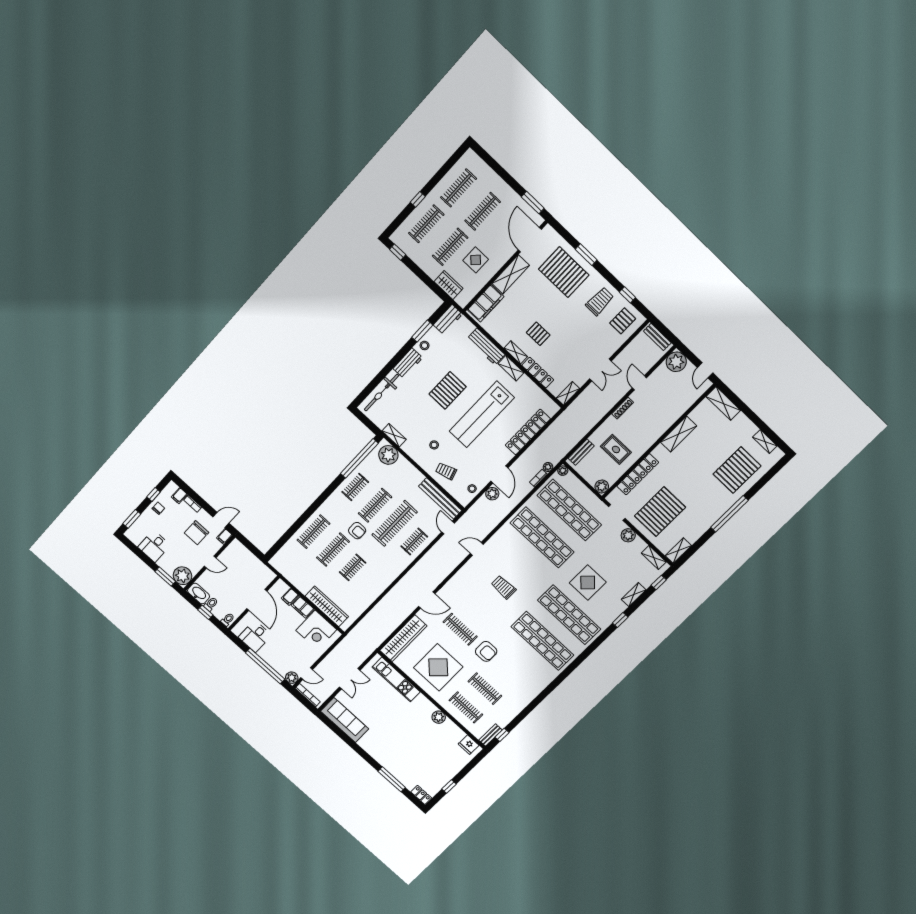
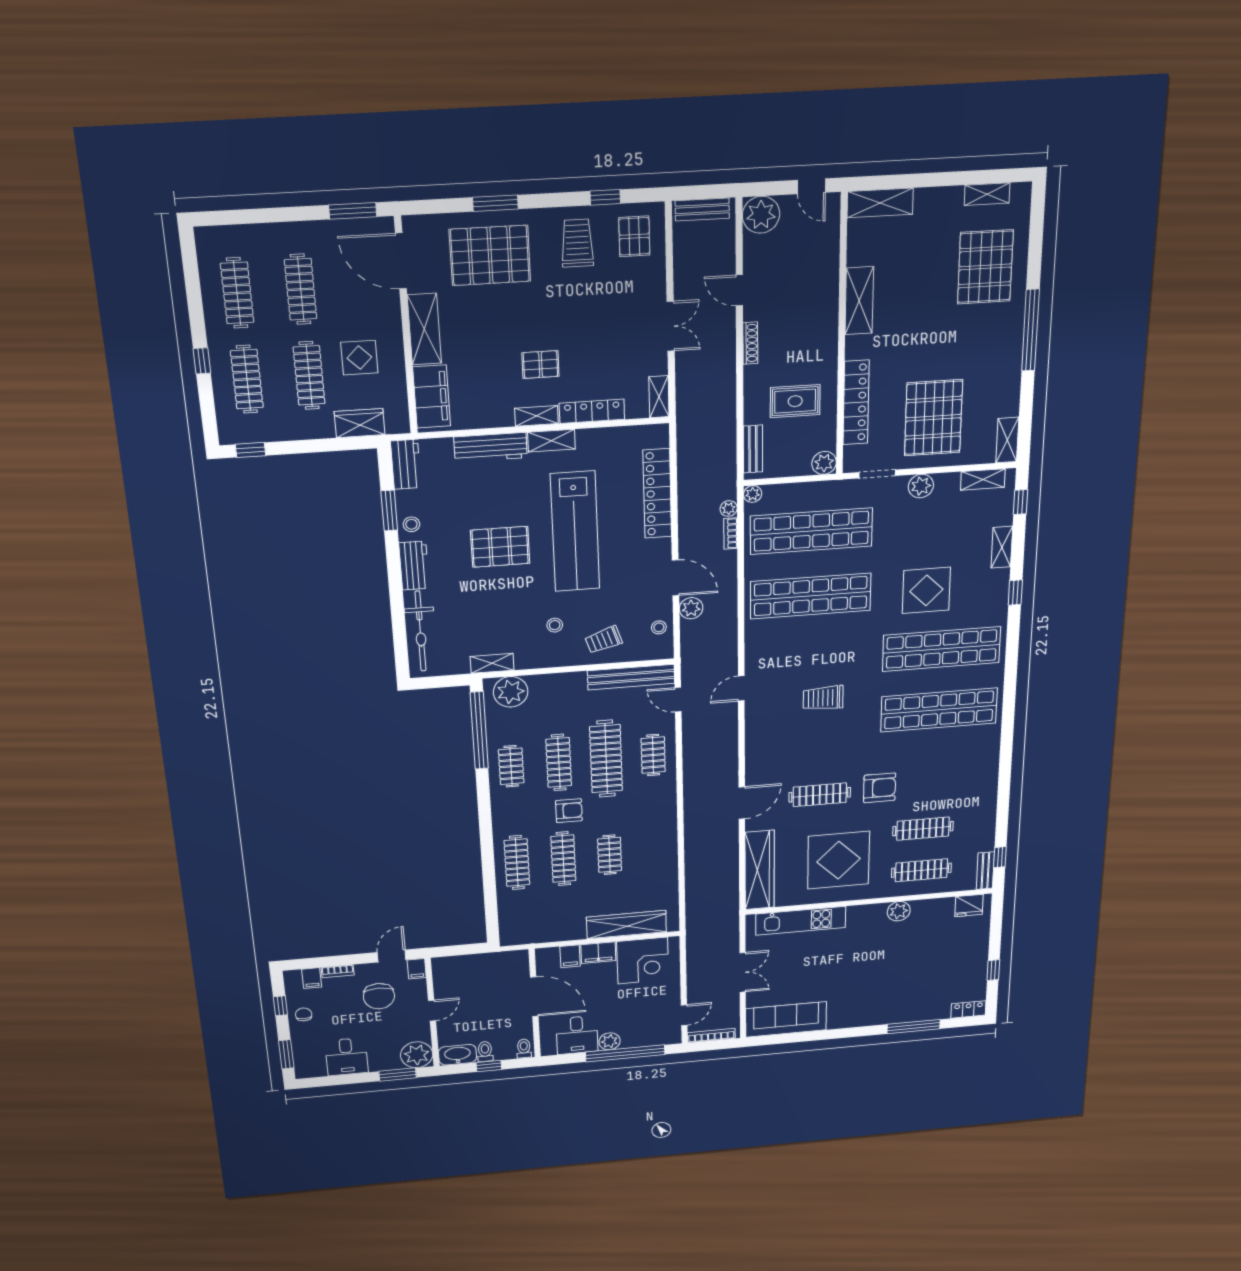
pallet: (448, 390) -> (500, 547), turned 90
plant: (292, 678) -> (610, 1041), moved

